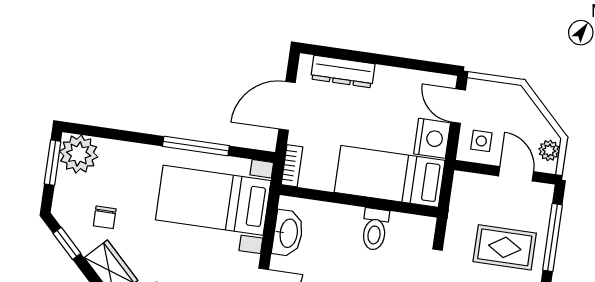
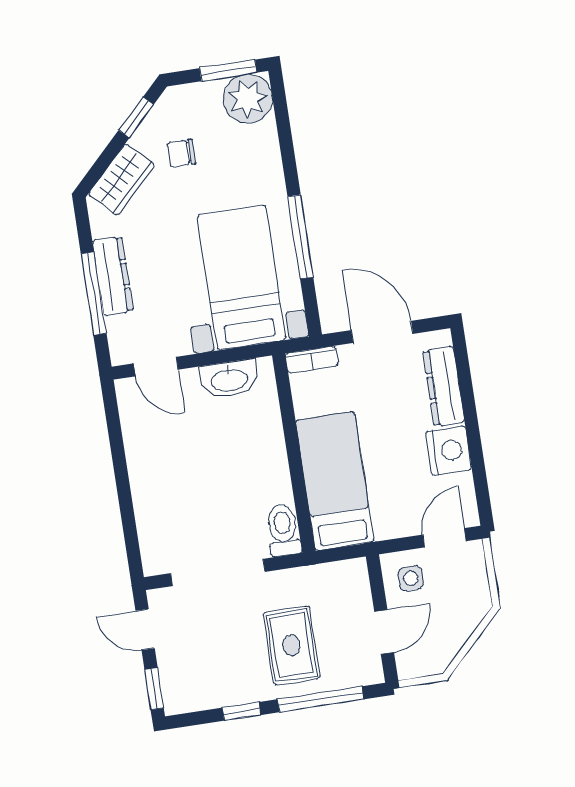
nightstand: (432, 138) -> (449, 451), moved, turned -90
plant: (549, 150) -> (424, 663), removed
toilet: (375, 229) -> (283, 530), moved, turned 90

